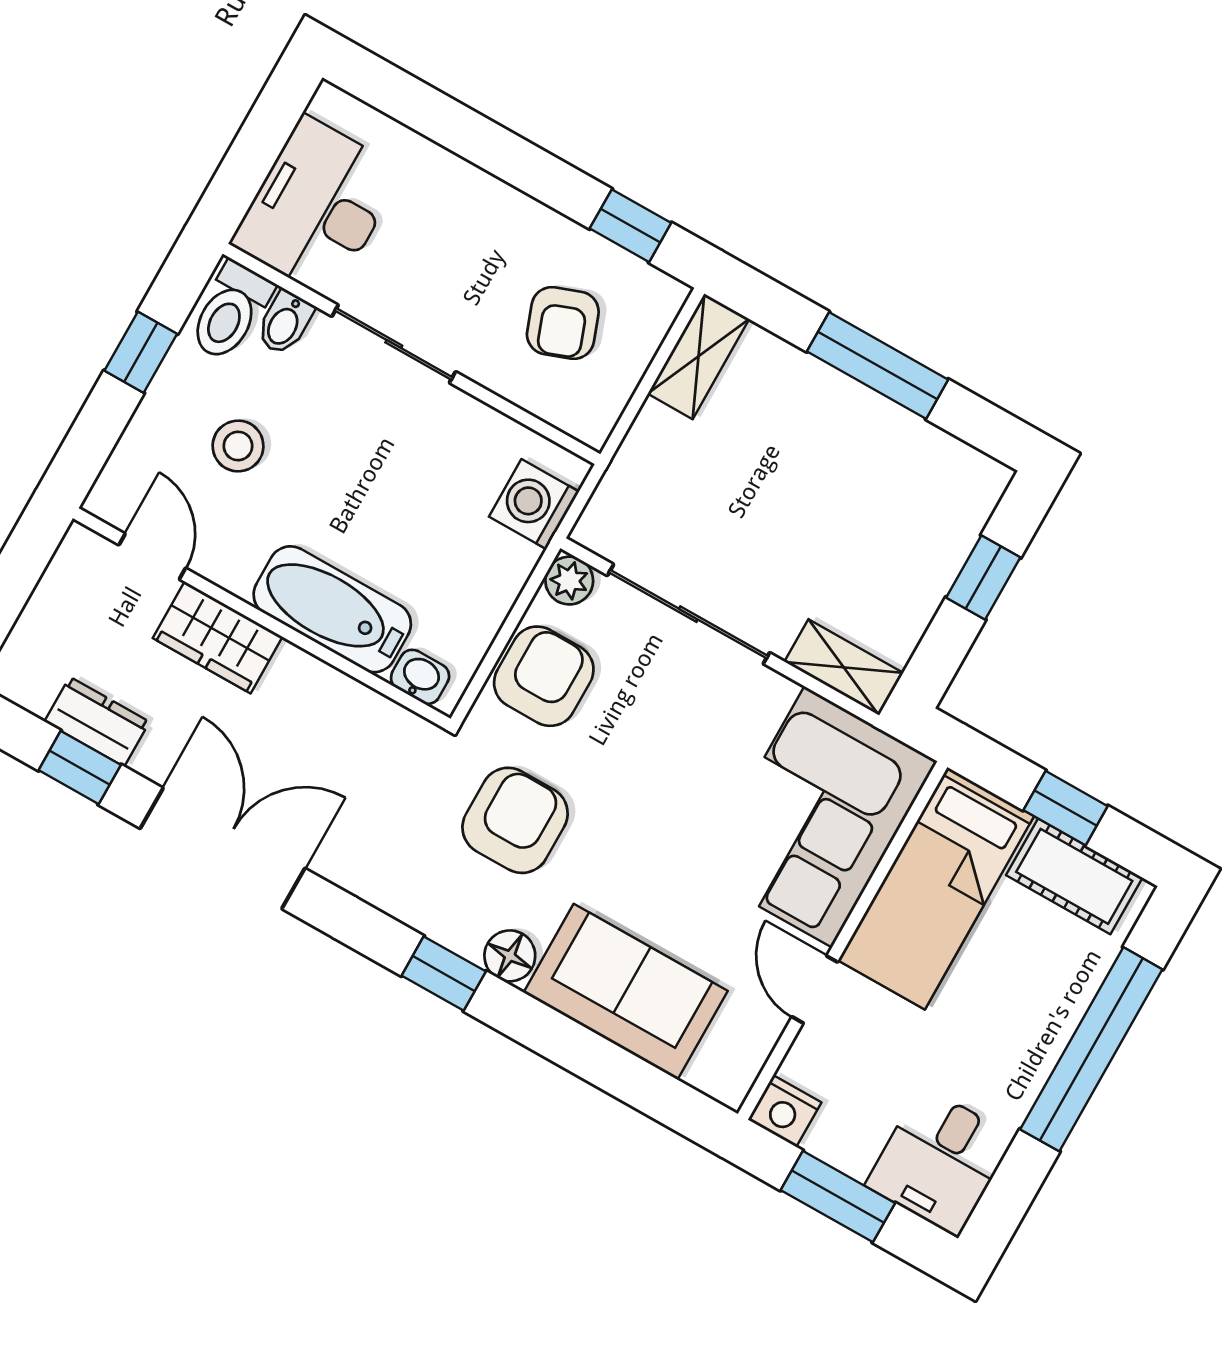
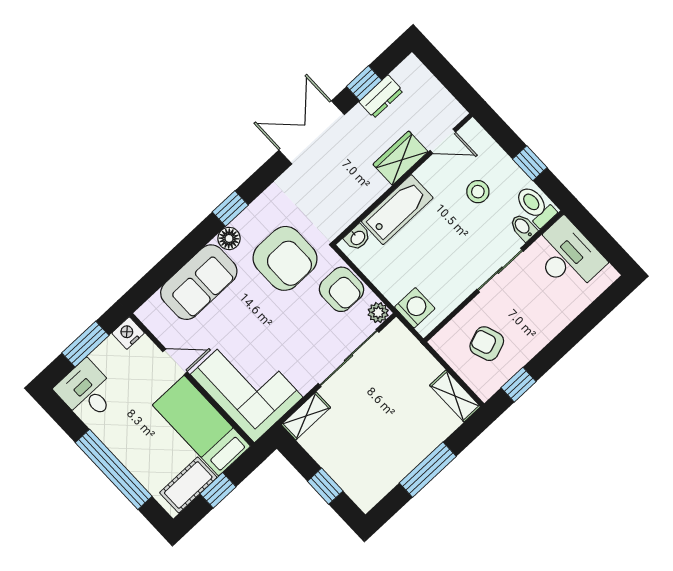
armchair: (515, 820) -> (285, 258), width x1.36, depth x1.36
double door: (222, 848) -> (312, 132), swing flipped

